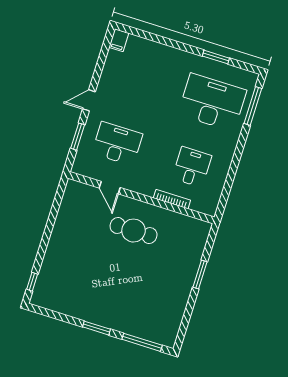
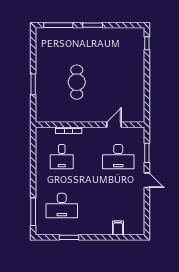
filing cabinet: (119, 40) -> (118, 228), moved
door: (89, 100) -> (147, 180), hinge flipped
desk: (212, 102) -> (62, 206), width x0.73, depth x0.77
door: (110, 188) -> (114, 125), hinge flipped
cafe table: (134, 231) -> (77, 82), moved, turned 90

